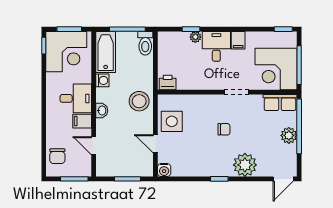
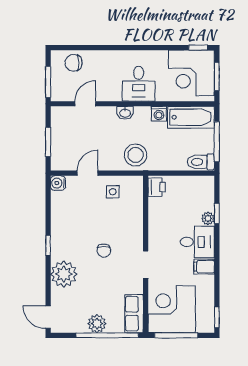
filing cabinet: (82, 121) -> (113, 91), removed
side table: (172, 121) -> (113, 192), width x0.54, depth x0.54

